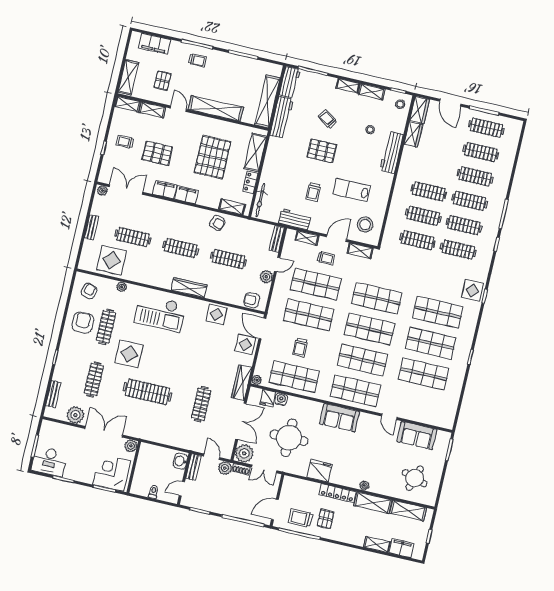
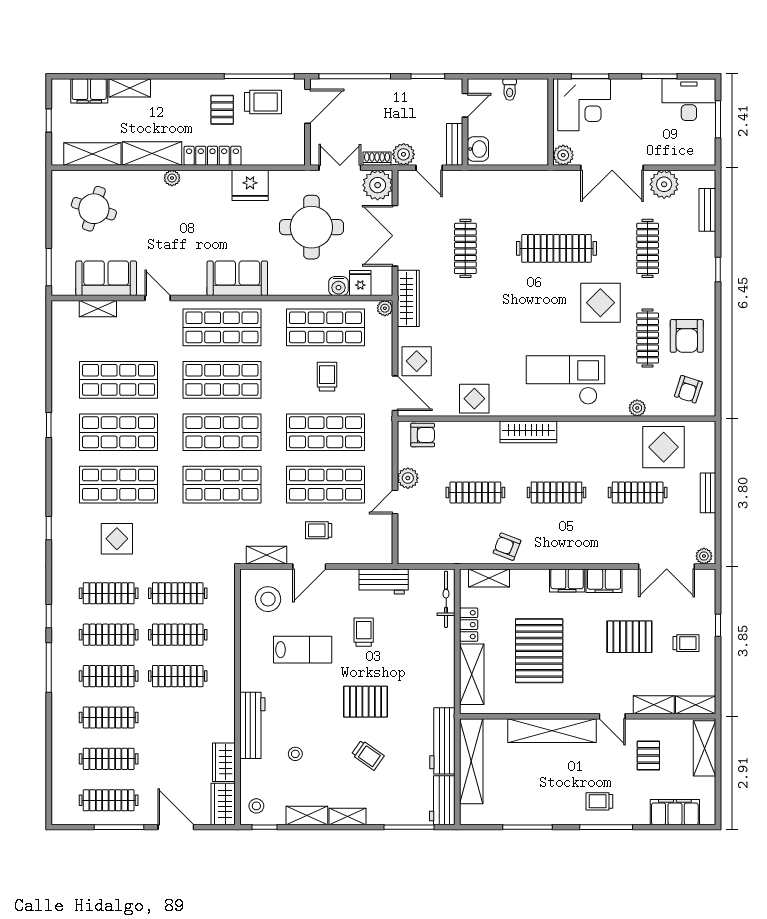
shelving: (307, 238) -> (98, 309), moved
bench: (277, 239) -> (405, 543), removed
display table: (473, 290) -> (117, 539), moved

